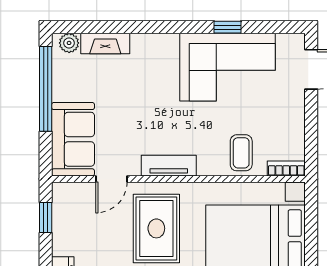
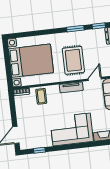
window: (227, 27) -> (39, 150), moved
corner sofa: (228, 67) -> (72, 129), moved

